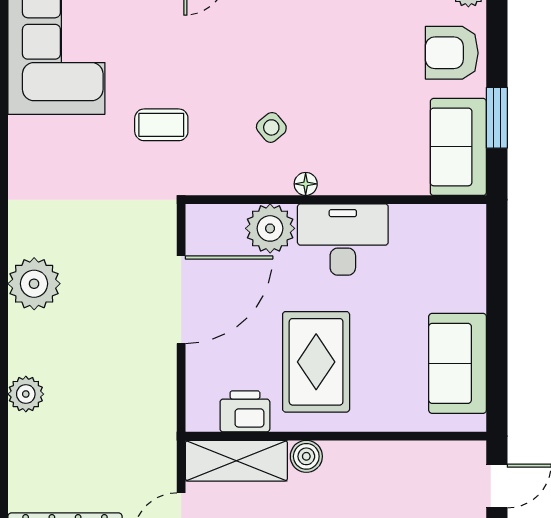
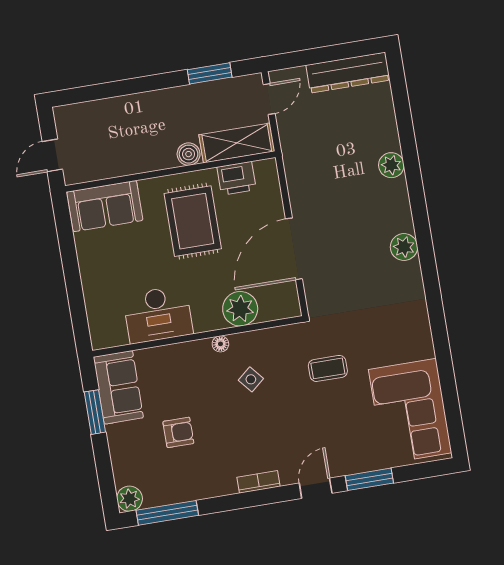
armchair: (452, 53) -> (178, 432), moved, width x0.72, depth x0.72
desk: (343, 240) -> (158, 314), moved
plant: (34, 284) -> (404, 247), width x0.73, depth x0.73
sofa: (458, 363) -> (105, 206), moved, turned 90

